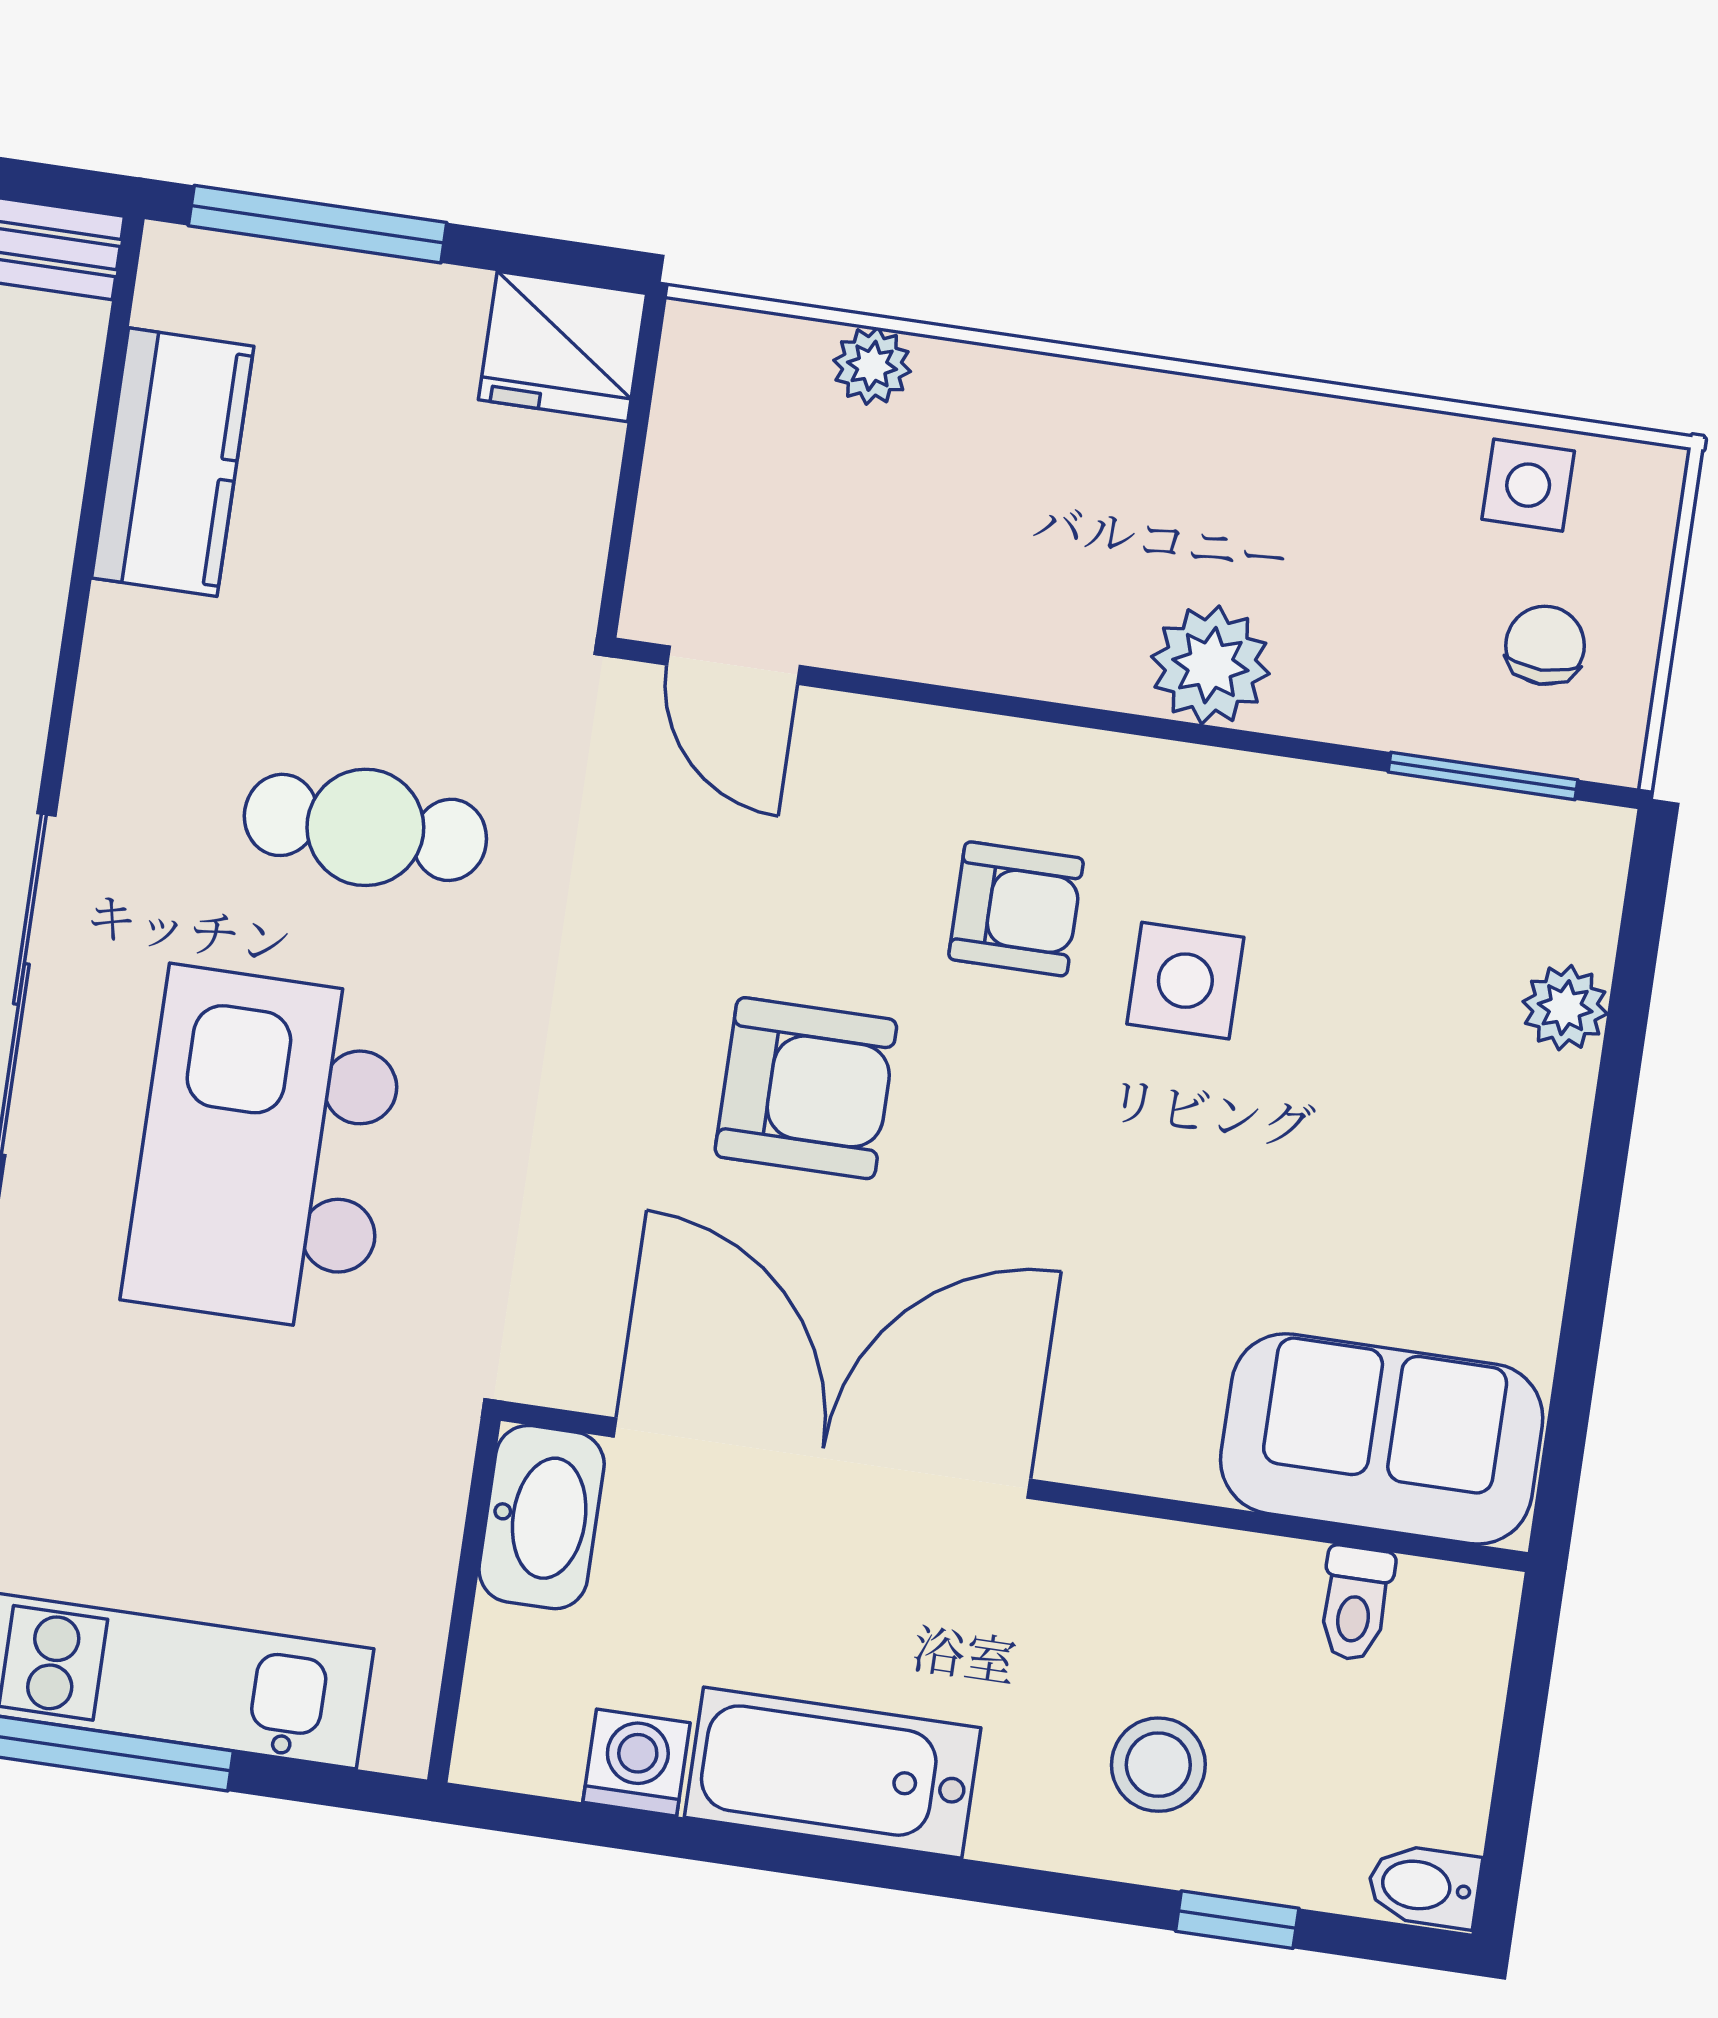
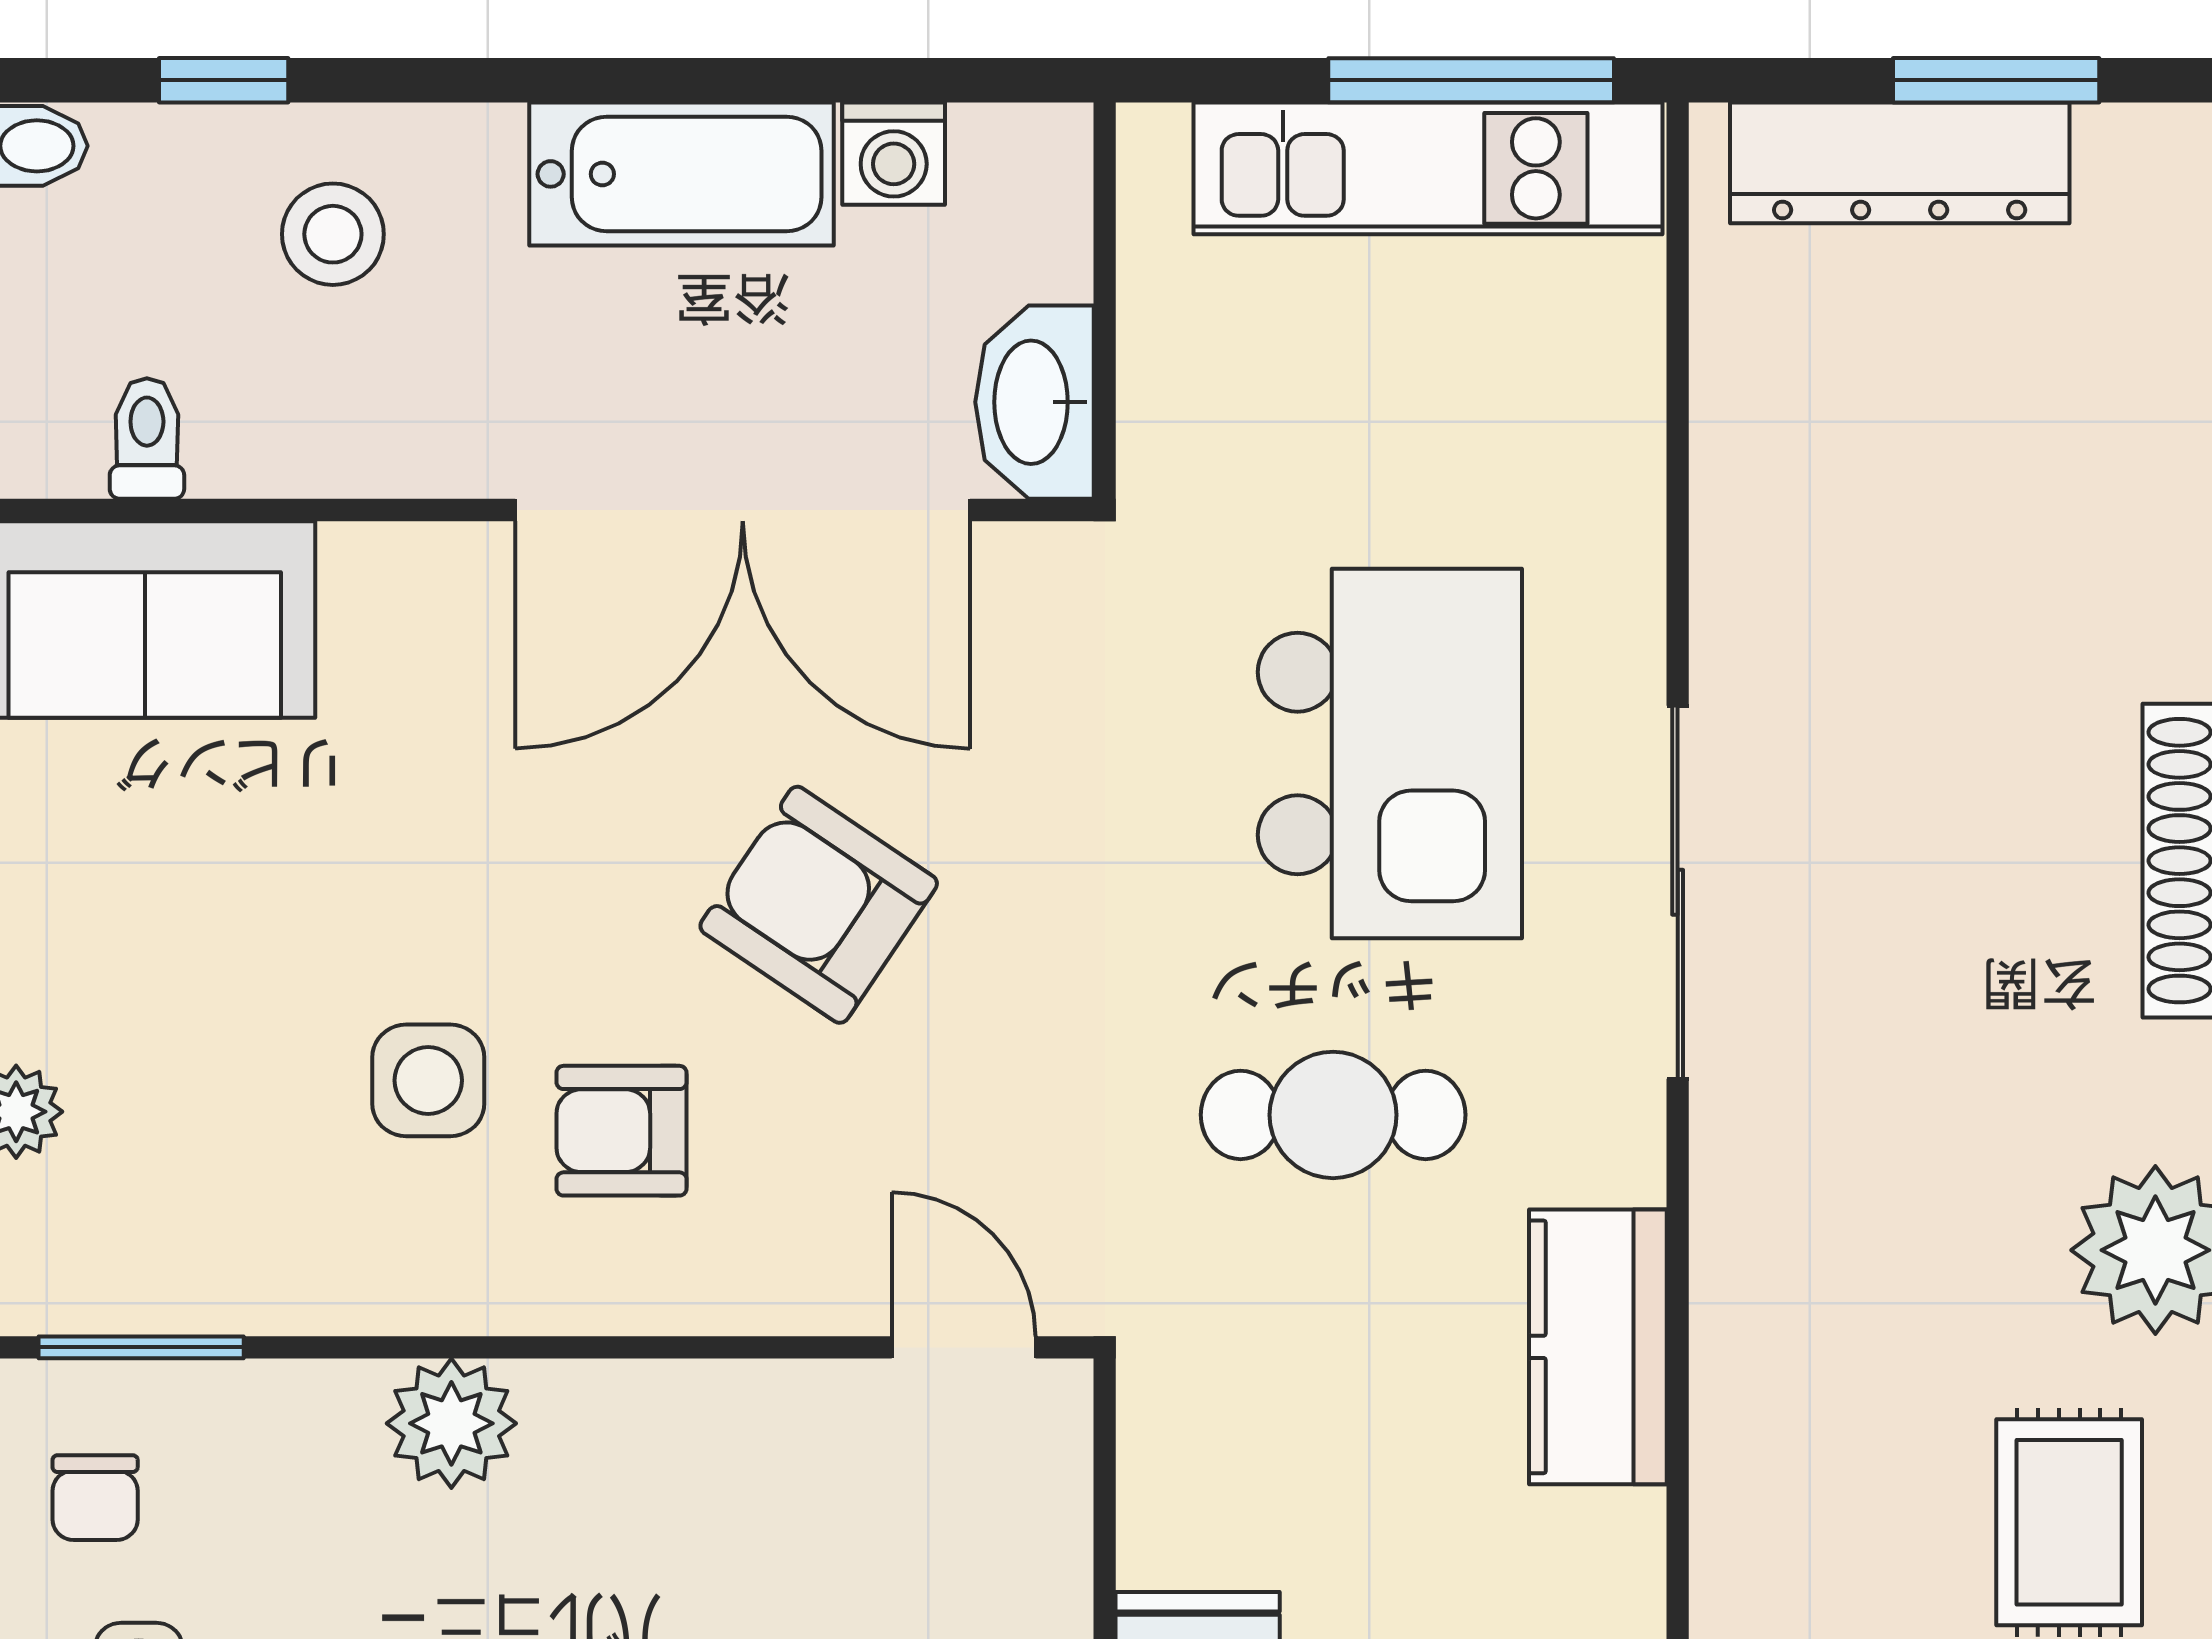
kitchen counter: (173, 462) -> (1598, 1347), moved
armchair: (806, 1088) -> (819, 905), turned 34

